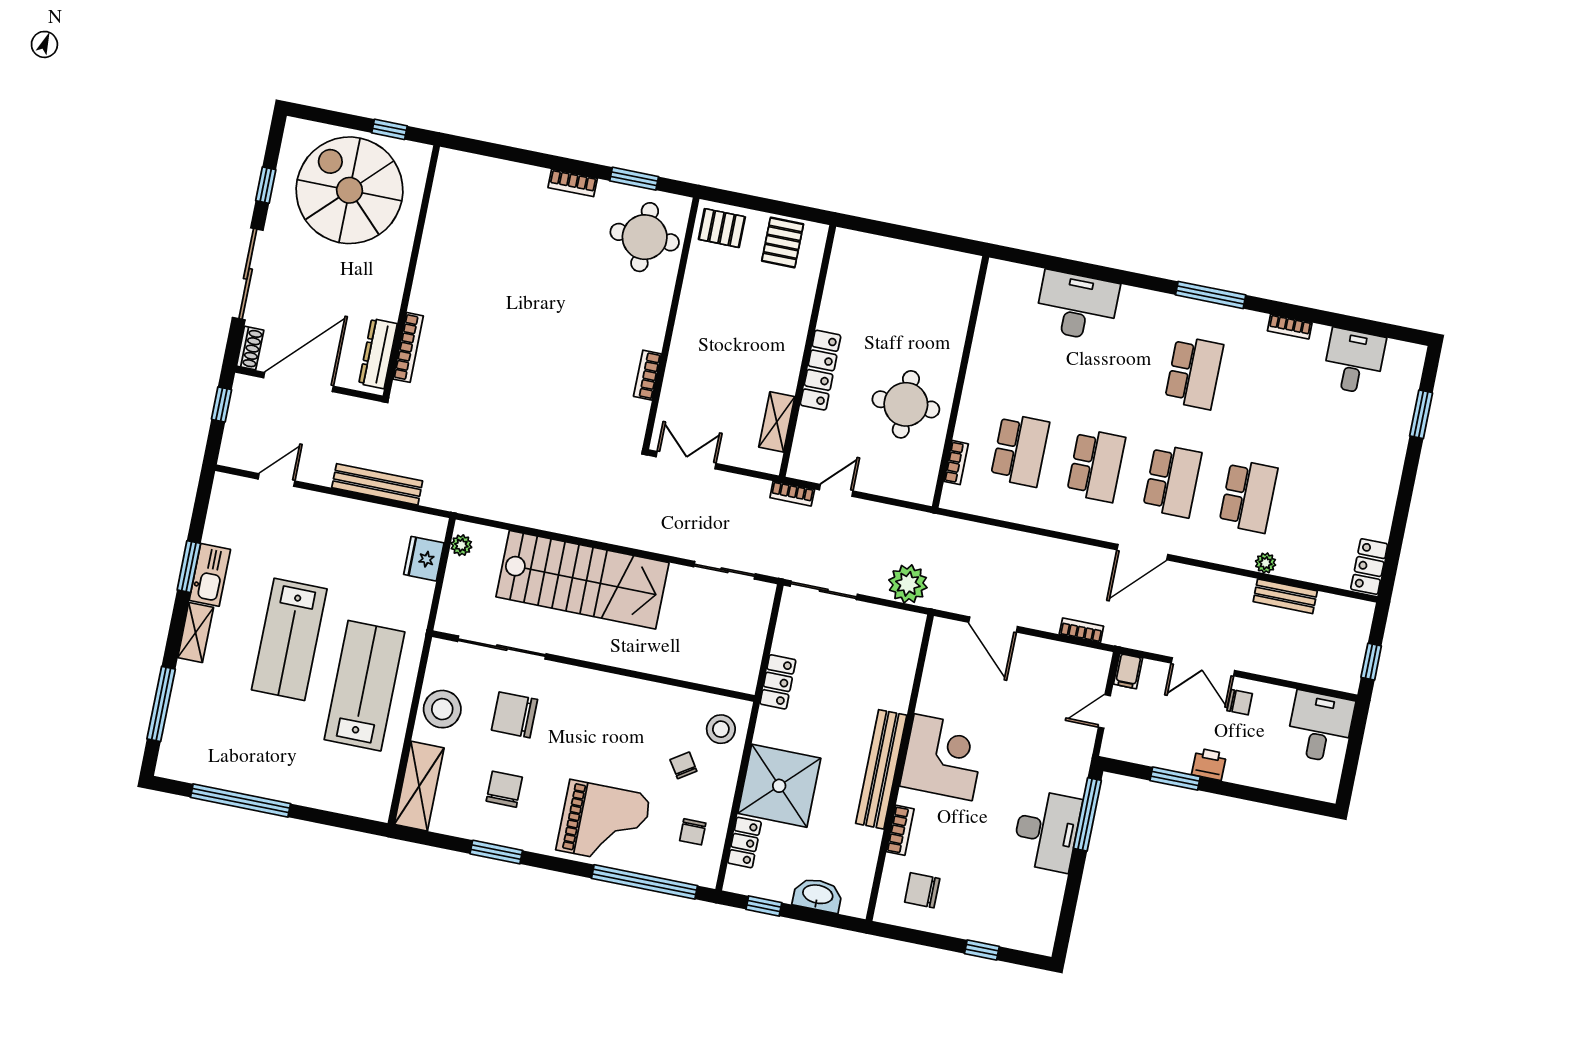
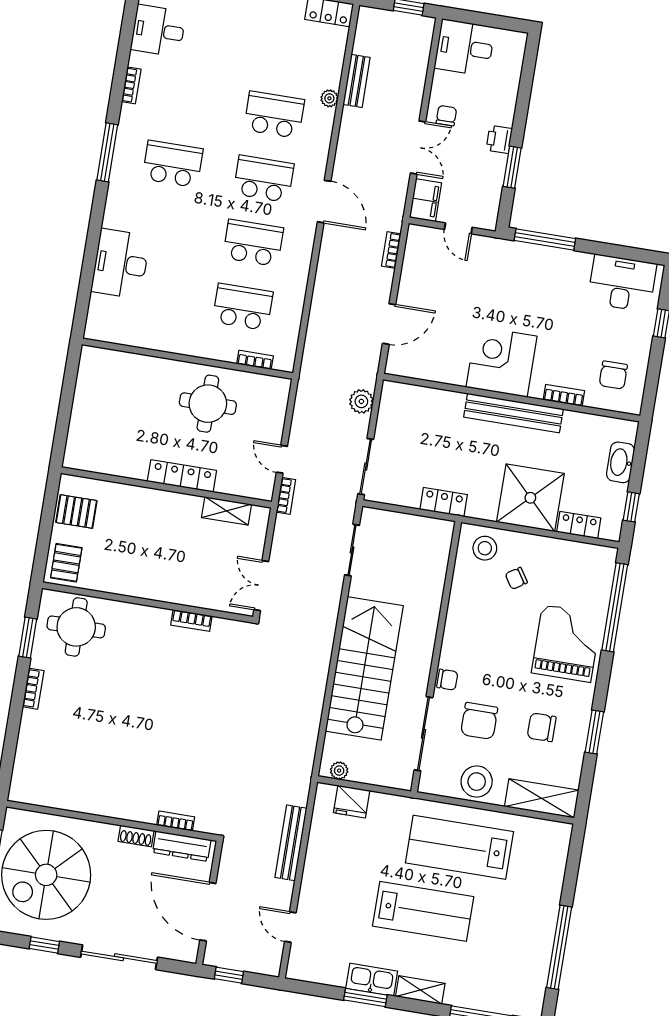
bookcase: (408, 347) -> (176, 821), width x0.64
shoe rack: (250, 348) -> (136, 836), moved, turned 180
plant: (908, 584) -> (361, 401), width x0.73, depth x0.73
filing cabinet: (1128, 671) -> (425, 200), width x2.00
desk: (1047, 831) -> (622, 283), moved
chair: (693, 832) -> (447, 680), moved

